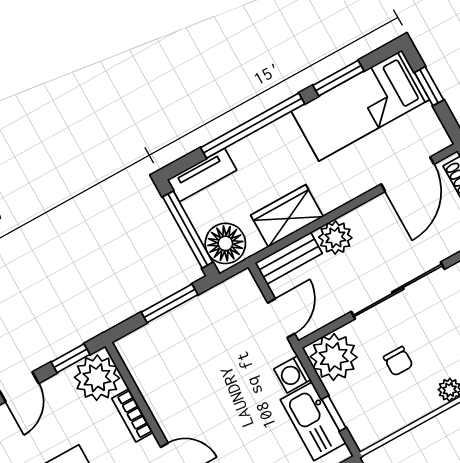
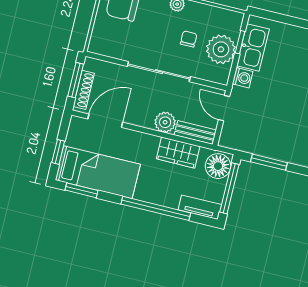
window: (338, 78) -> (81, 190), moved
door: (281, 318) -> (224, 108), hinge flipped
plant: (334, 357) -> (221, 49), moved

